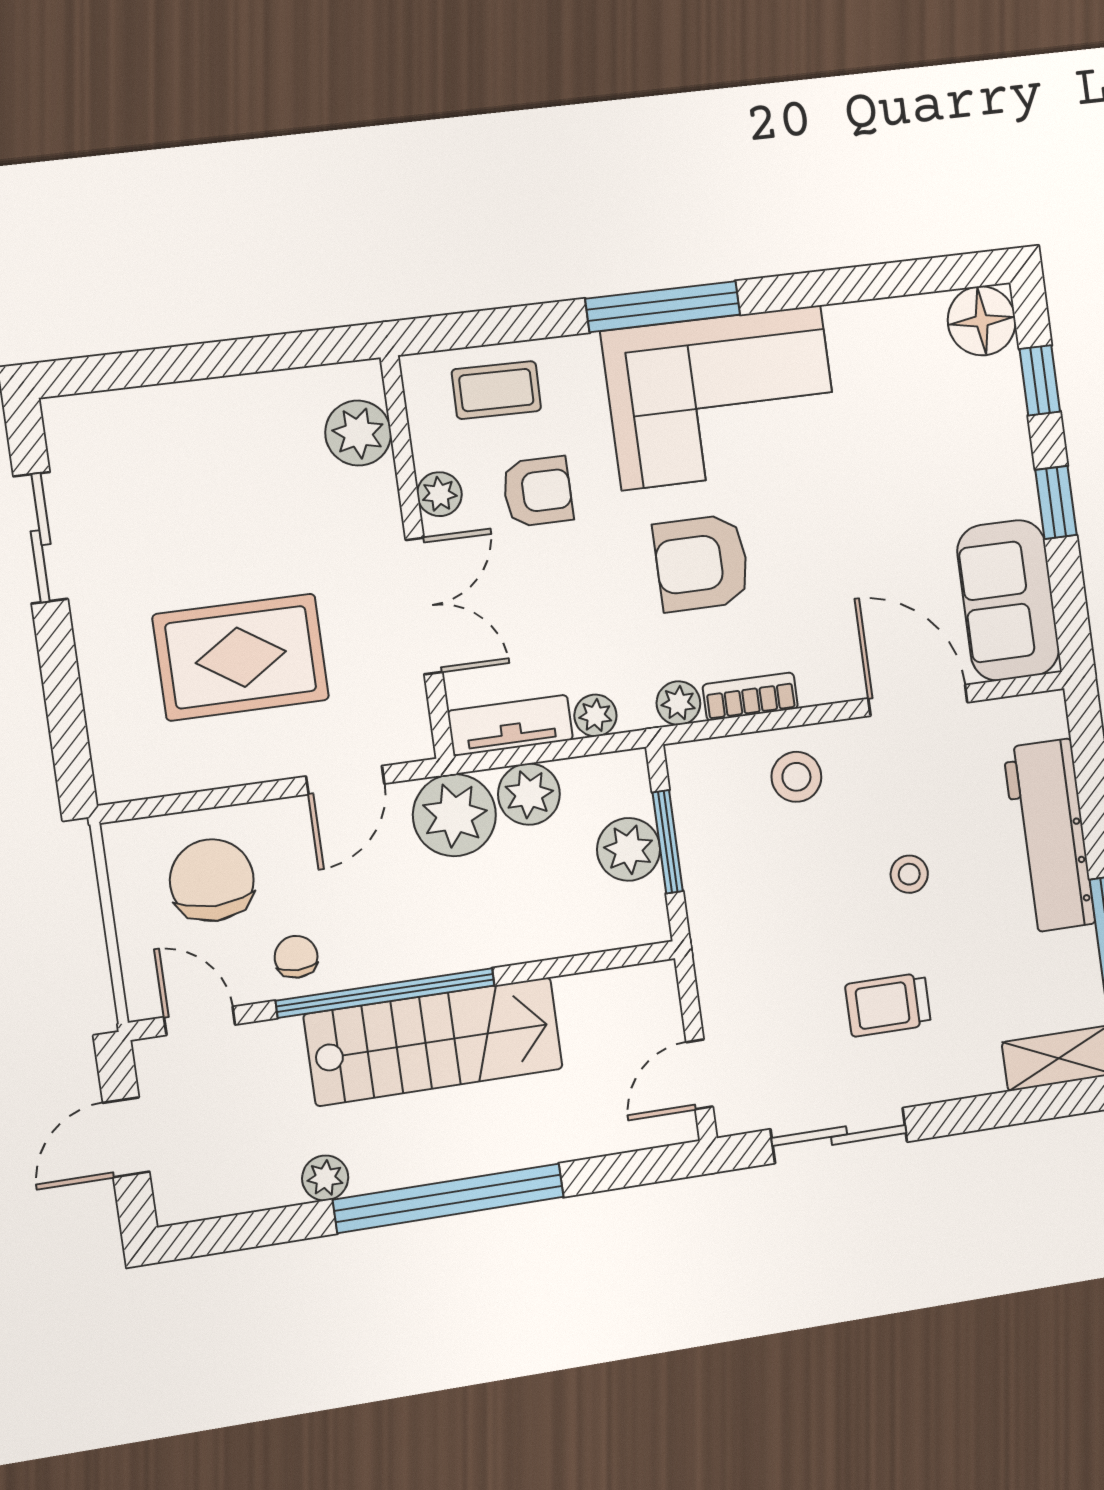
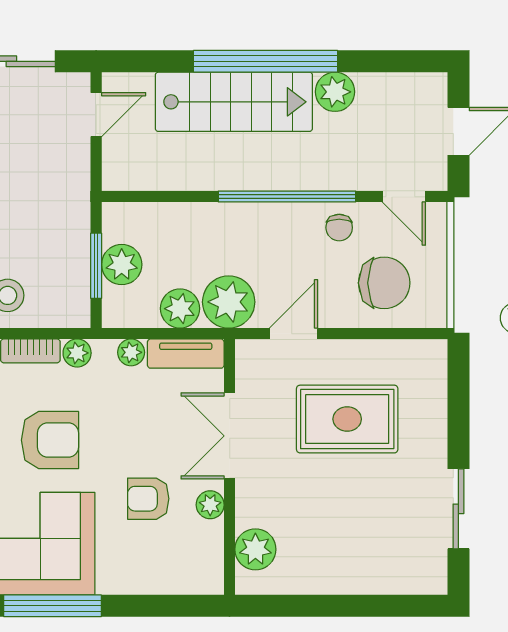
coffee table: (496, 390) -> (165, 566), removed
chair: (212, 880) -> (384, 283), turned -90
stairs: (434, 1042) -> (234, 102), moved, turned 180
plant: (325, 1178) -> (335, 92), width x1.38, depth x1.38

